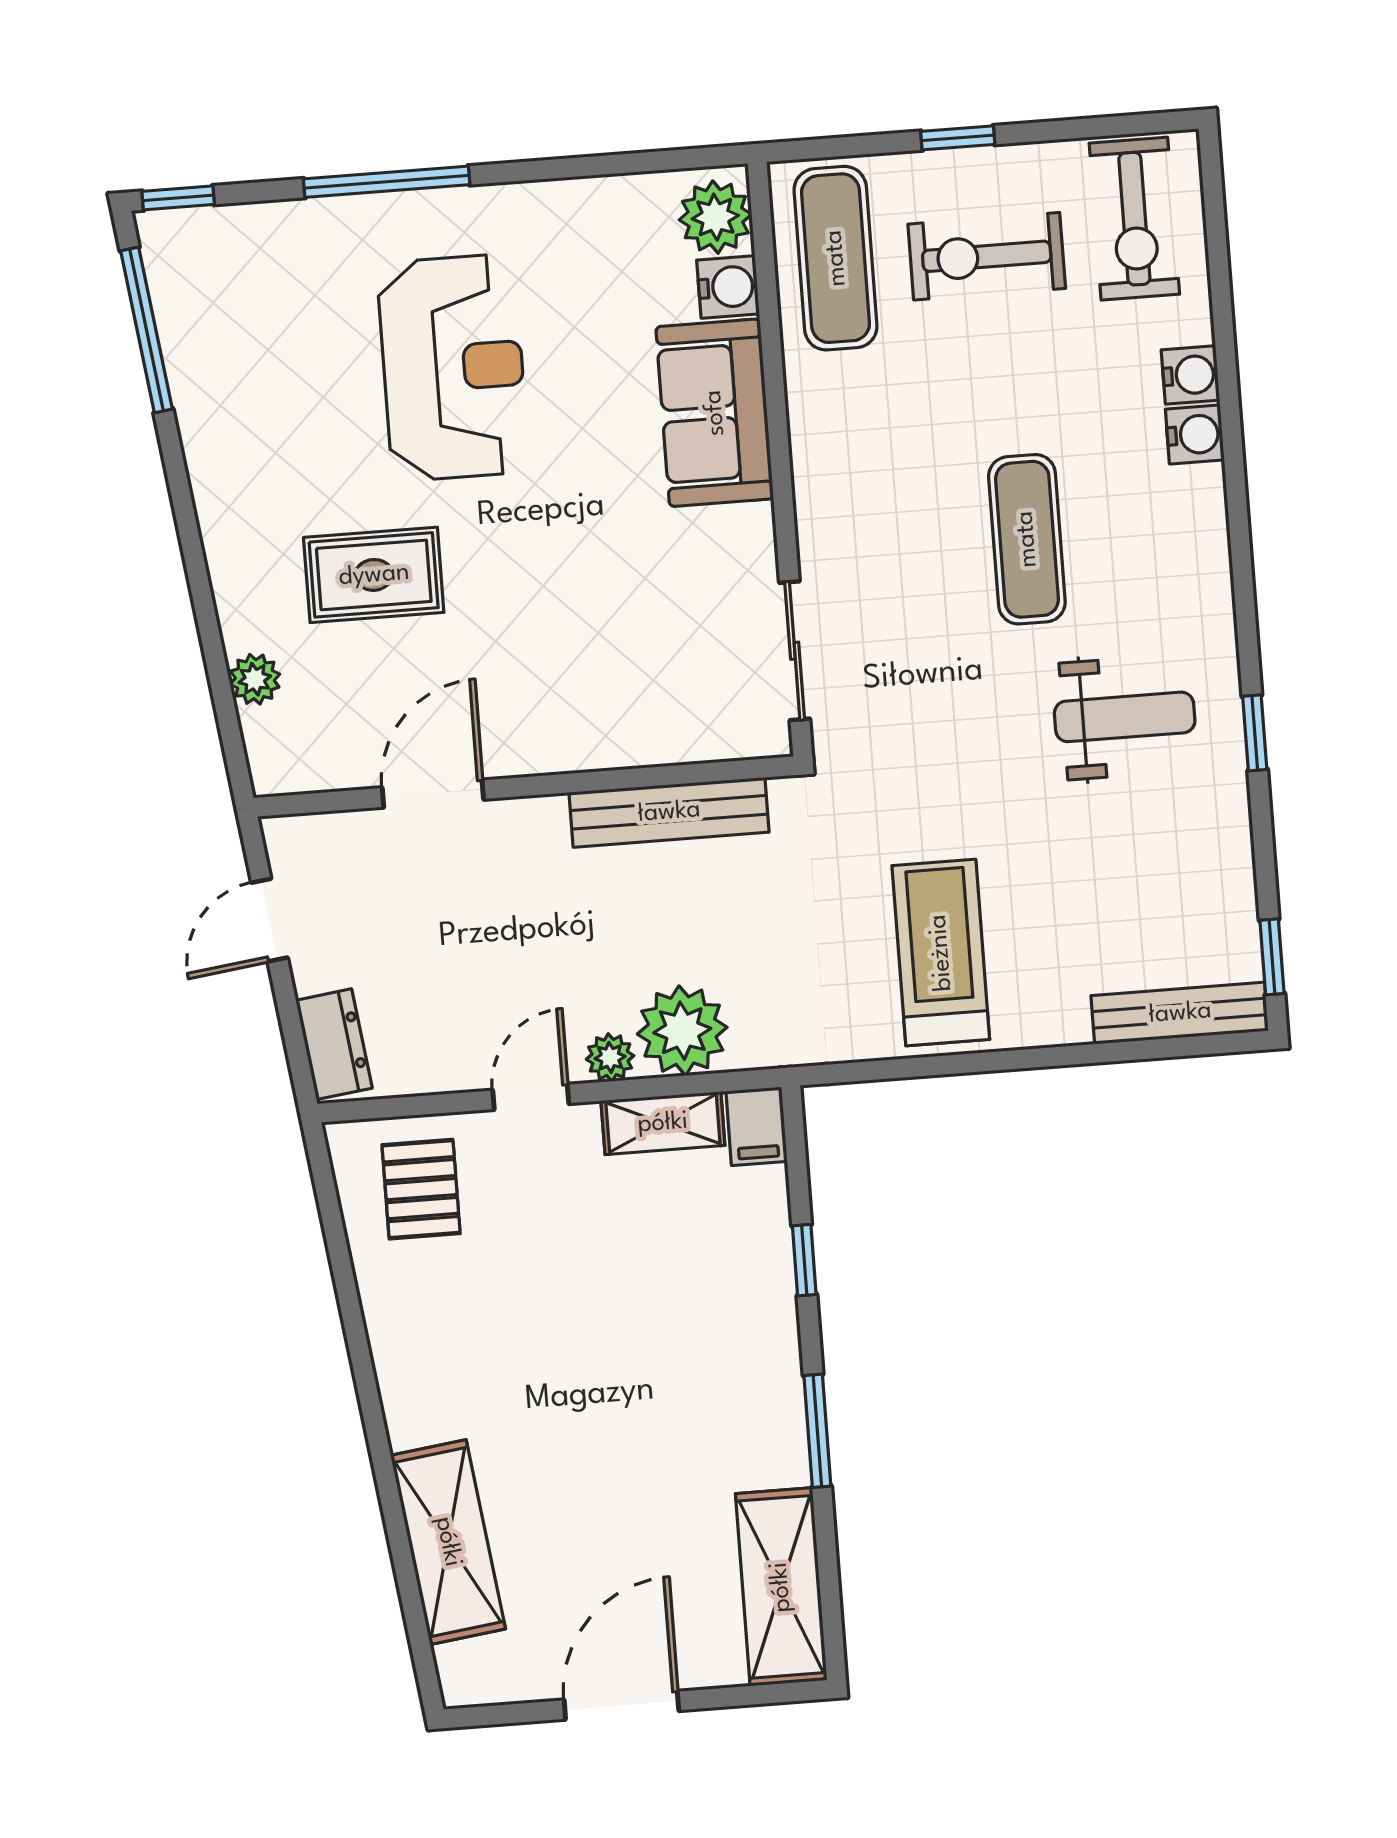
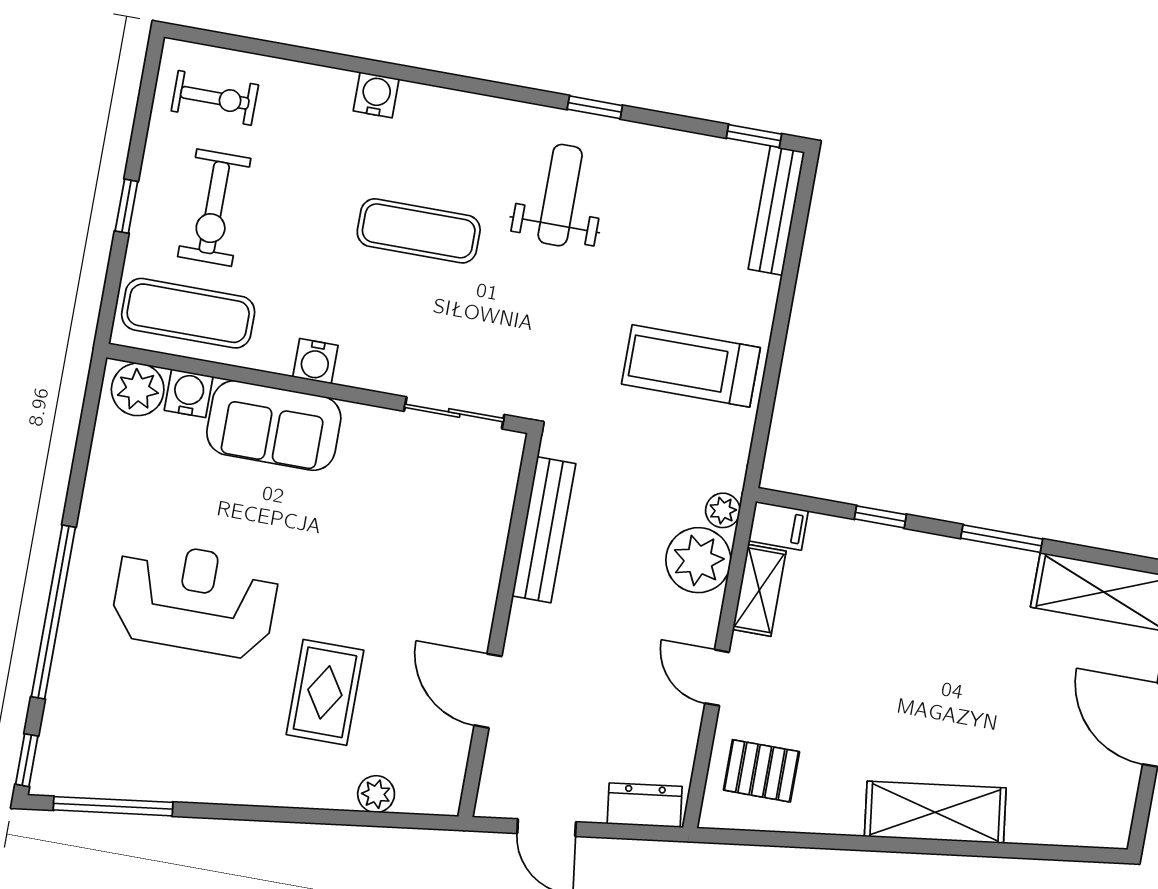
window: (387, 182) -> (53, 612), width x1.46
exercise bike: (1134, 219) -> (215, 98), width x0.73, depth x0.72
water cooler: (1191, 375) -> (315, 361), moved, turned 180
plant: (610, 1057) -> (723, 510), moved
shelving: (448, 1542) -> (935, 812), moved

